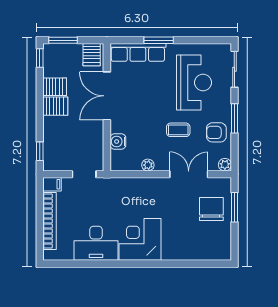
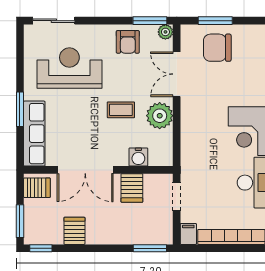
server rack: (55, 106) -> (132, 188), moved, turned 180
window: (234, 118) -> (150, 21), moved
coffee table: (178, 130) -> (121, 110), moved, turned 90
window: (40, 151) -> (150, 248), width x1.50
plant: (148, 165) -> (160, 116), width x1.87, depth x1.87

